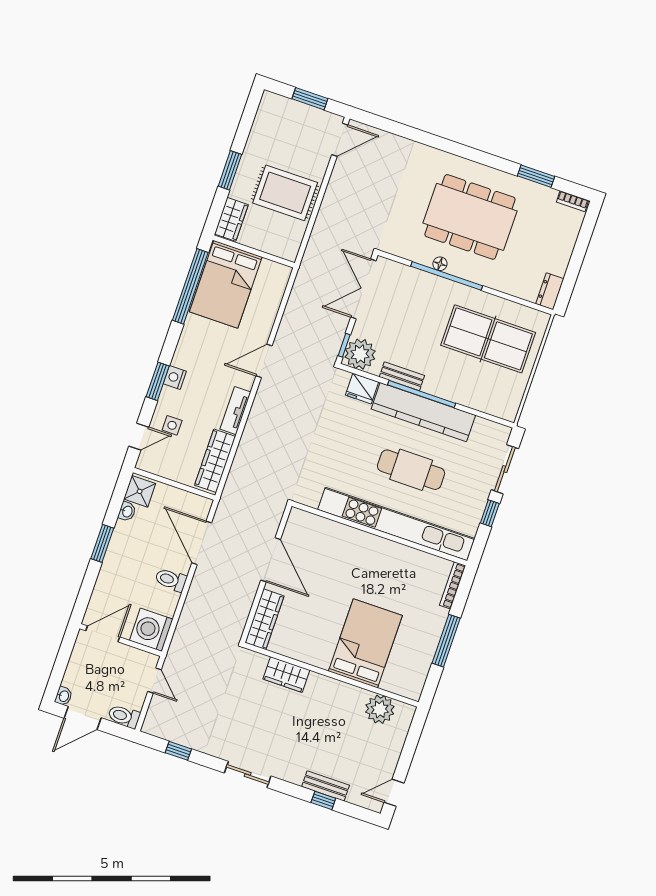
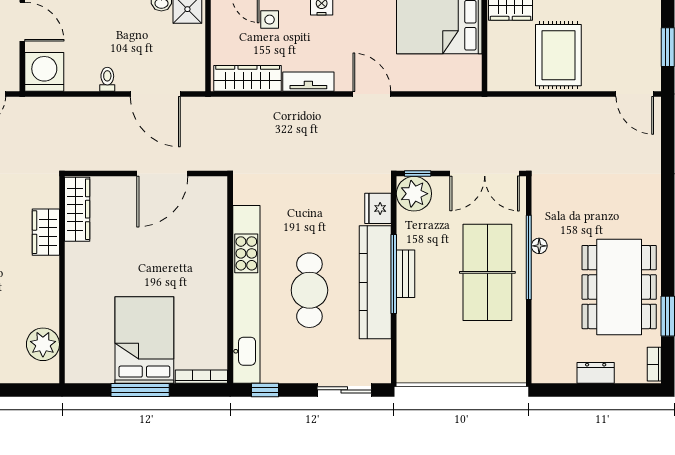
dining table: (470, 217) -> (619, 287), moved
double door: (363, 289) -> (485, 174), swing flipped
dresser: (550, 291) -> (596, 373), moved
table tennis table: (488, 339) -> (487, 272), moved
bench: (402, 376) -> (406, 274), moved
window: (490, 513) -> (265, 390), moved
door: (202, 543) -> (155, 94), swing flipped
toilet: (171, 580) -> (107, 79), width x0.73, depth x0.72
wardrobe: (264, 619) -> (77, 209), moved, turned -90
bed: (365, 643) -> (144, 340), moved, turned -90

